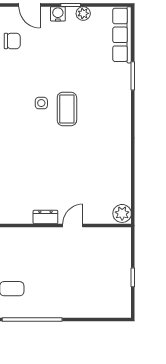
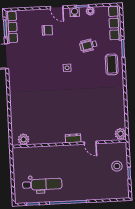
wheelchair: (77, 69) -> (88, 45), added
coffee table: (67, 109) -> (112, 64), moved
door: (73, 225) -> (90, 143), swing flipped
stool: (114, 265) -> (117, 166), added

